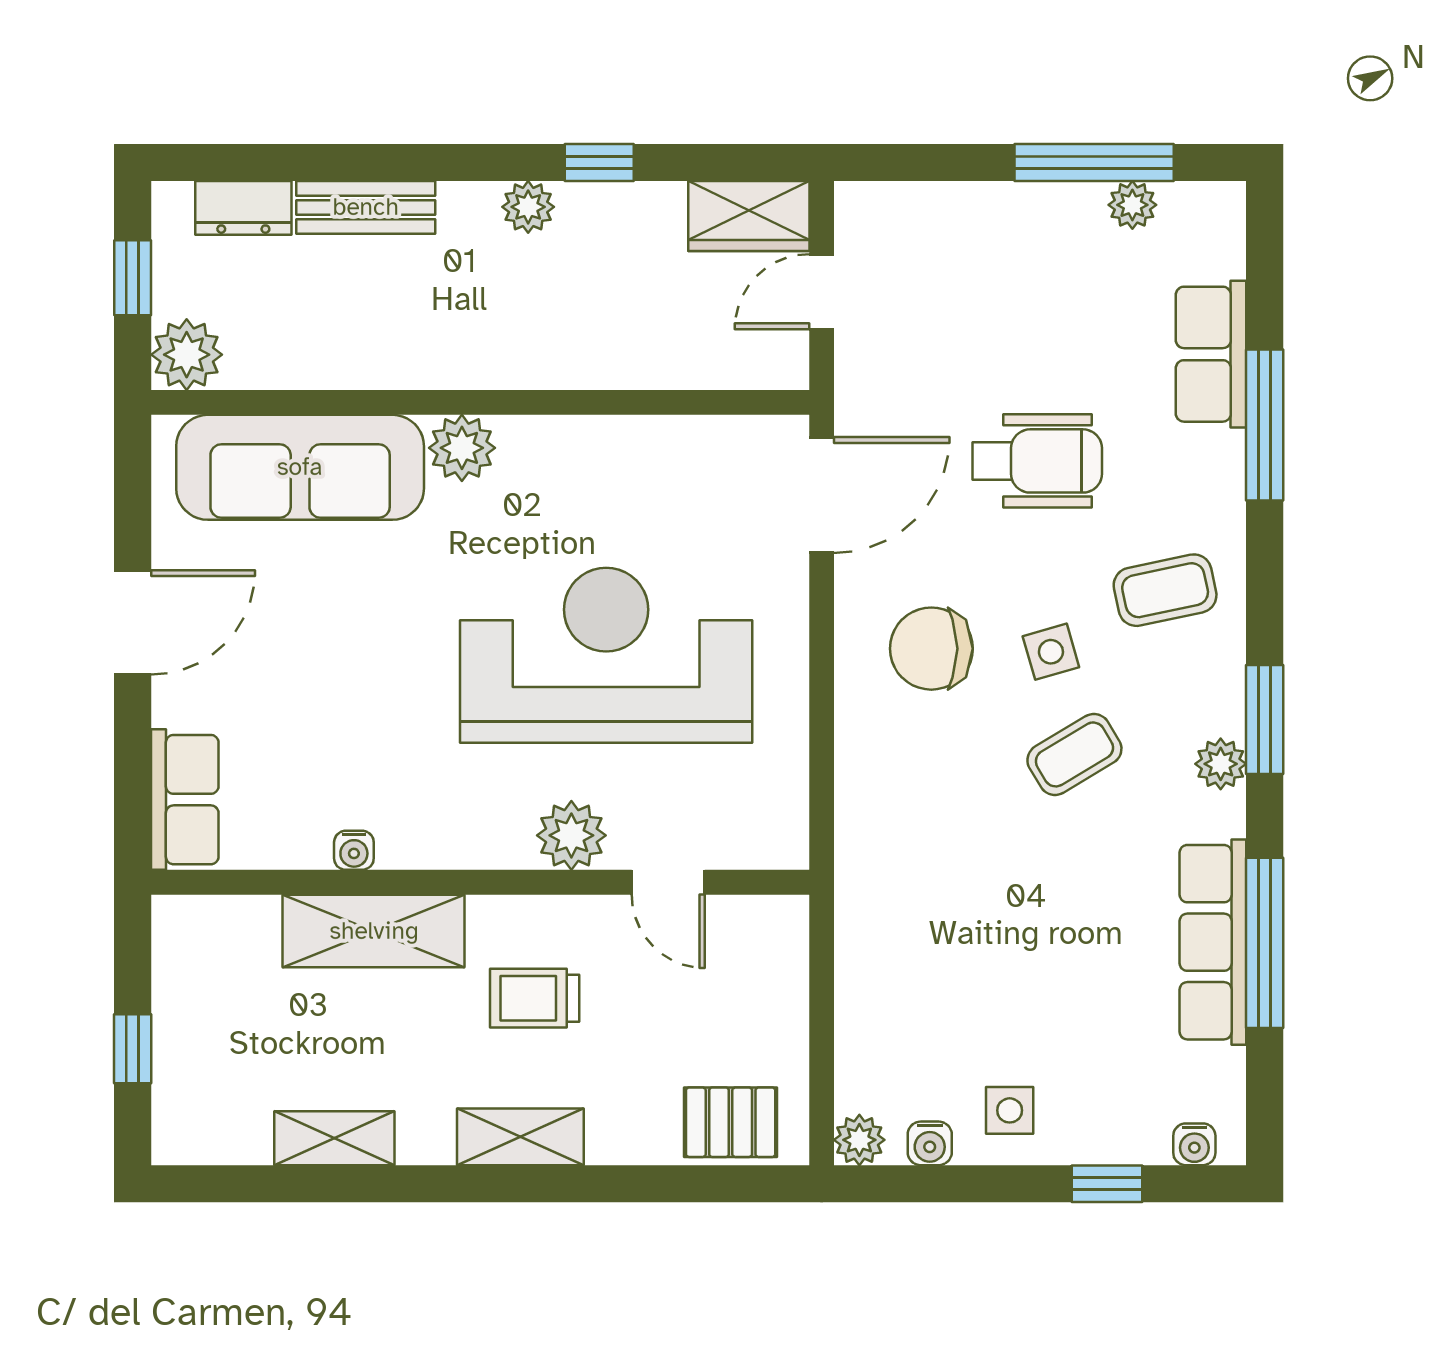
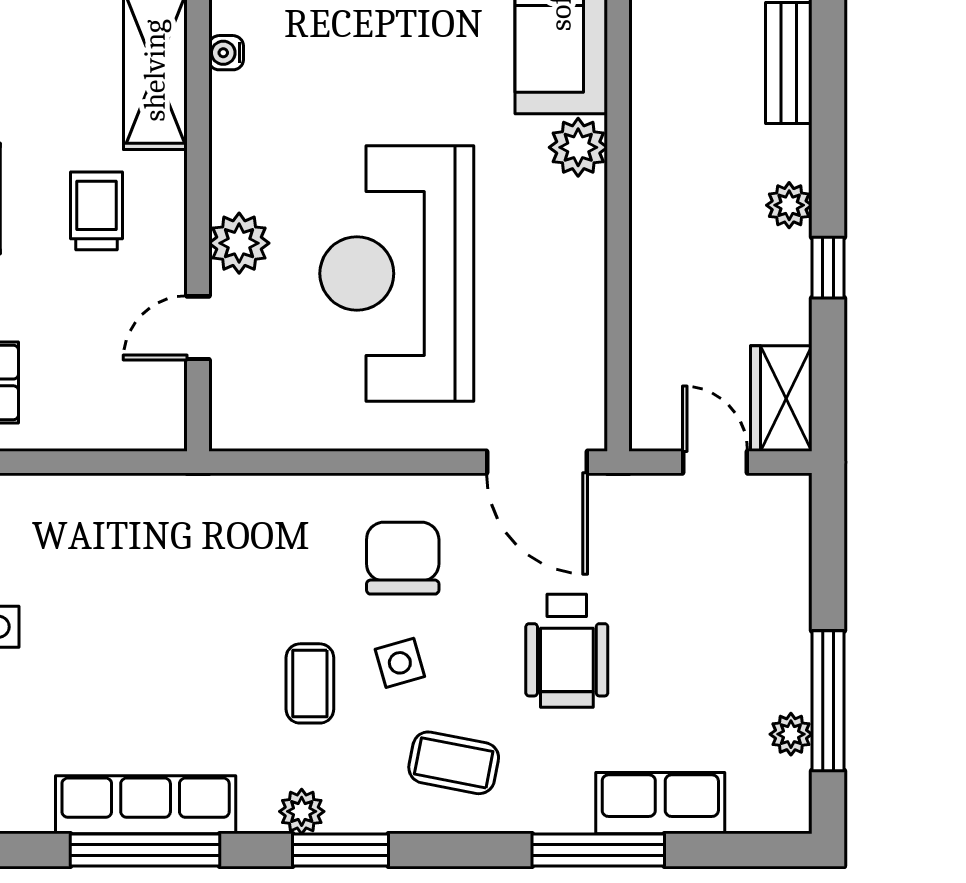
coffee table: (1165, 590) -> (454, 763), turned -67
reception desk: (606, 655) -> (397, 274), turned 180
coffee table: (1074, 754) -> (310, 683), turned 31

